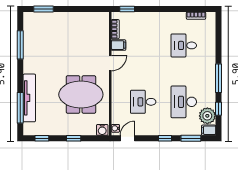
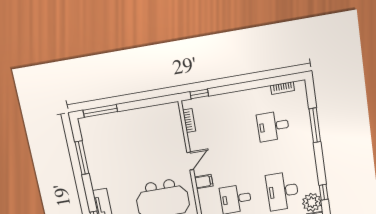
window: (44, 9) -> (100, 111), width x1.44
filing cabinet: (119, 45) -> (204, 182), moved
window: (218, 78) -> (315, 125), moved

